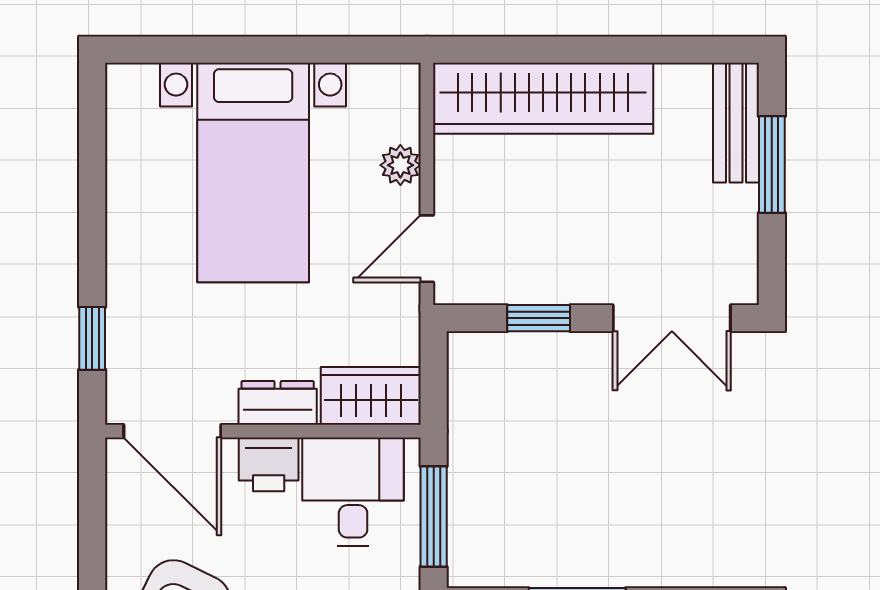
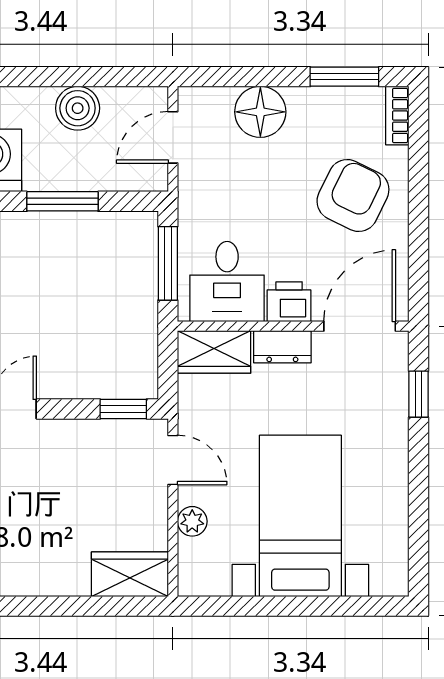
wardrobe: (543, 98) -> (130, 574), width x0.48, depth x0.85
door: (427, 249) -> (173, 460), hinge flipped
window: (539, 318) -> (123, 409), moved
door: (172, 431) -> (360, 326), hinge flipped

